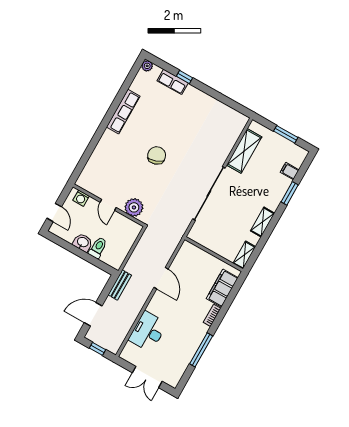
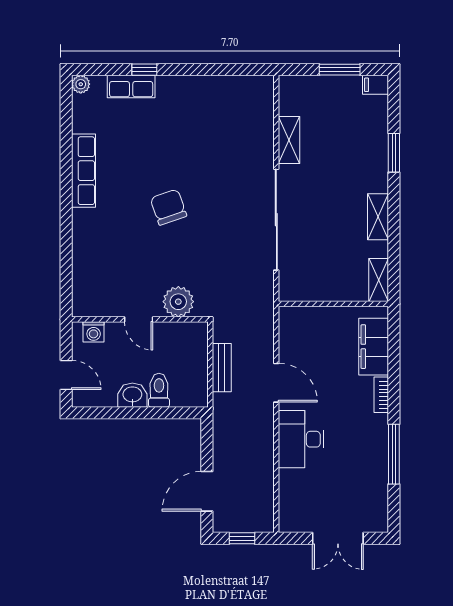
shelving: (244, 151) -> (289, 140), width x0.67, depth x0.75
filing cabinet: (290, 171) -> (376, 85), moved
bench: (120, 285) -> (222, 368), moved
desk: (148, 332) -> (301, 439), moved

